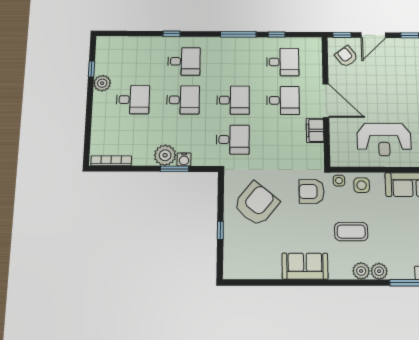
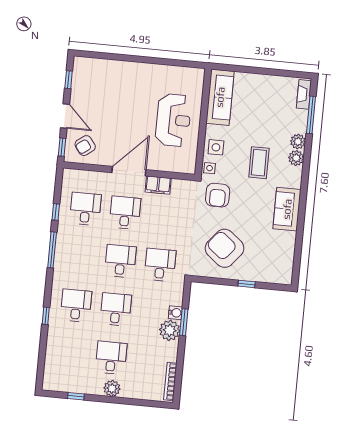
plant: (102, 83) -> (112, 388), moved

